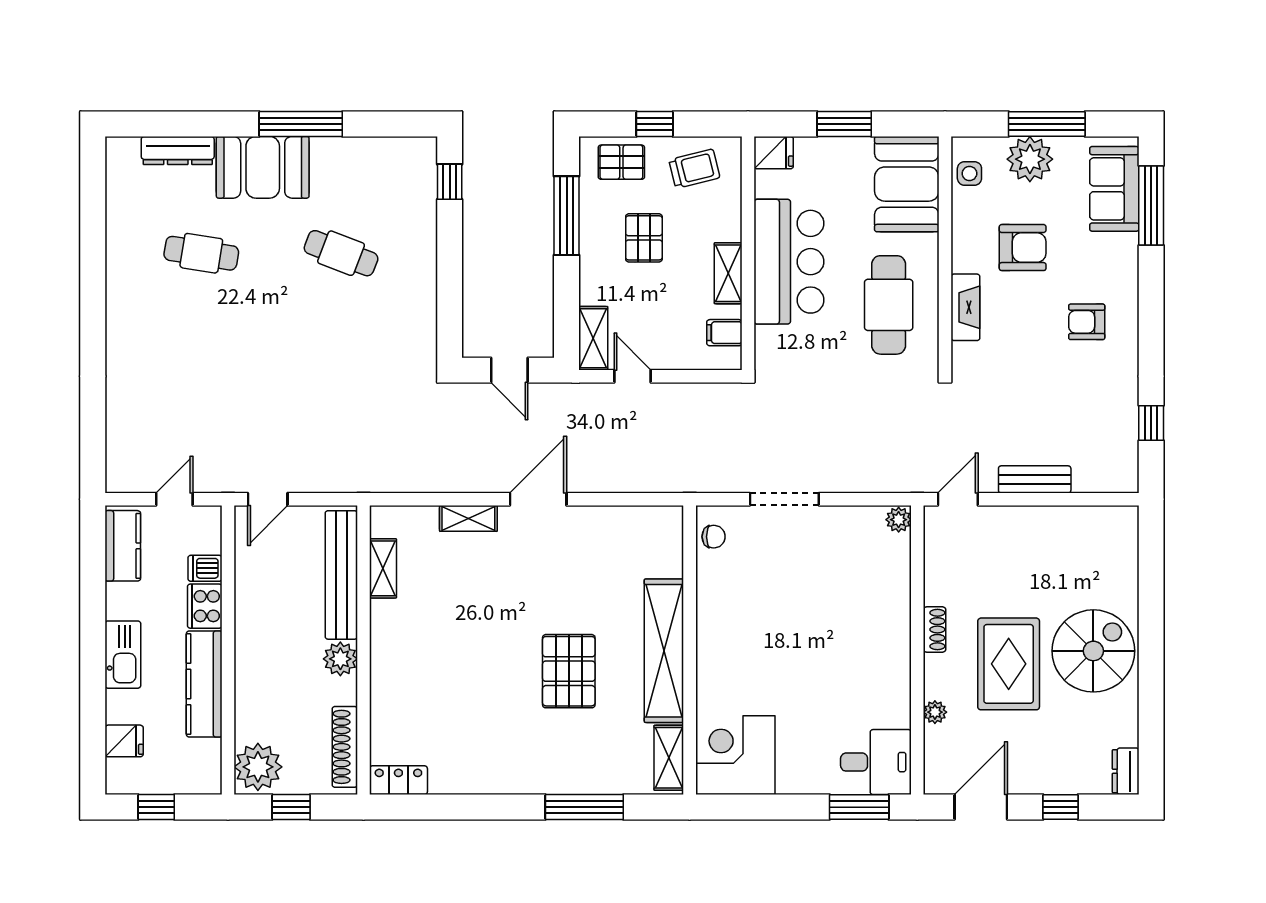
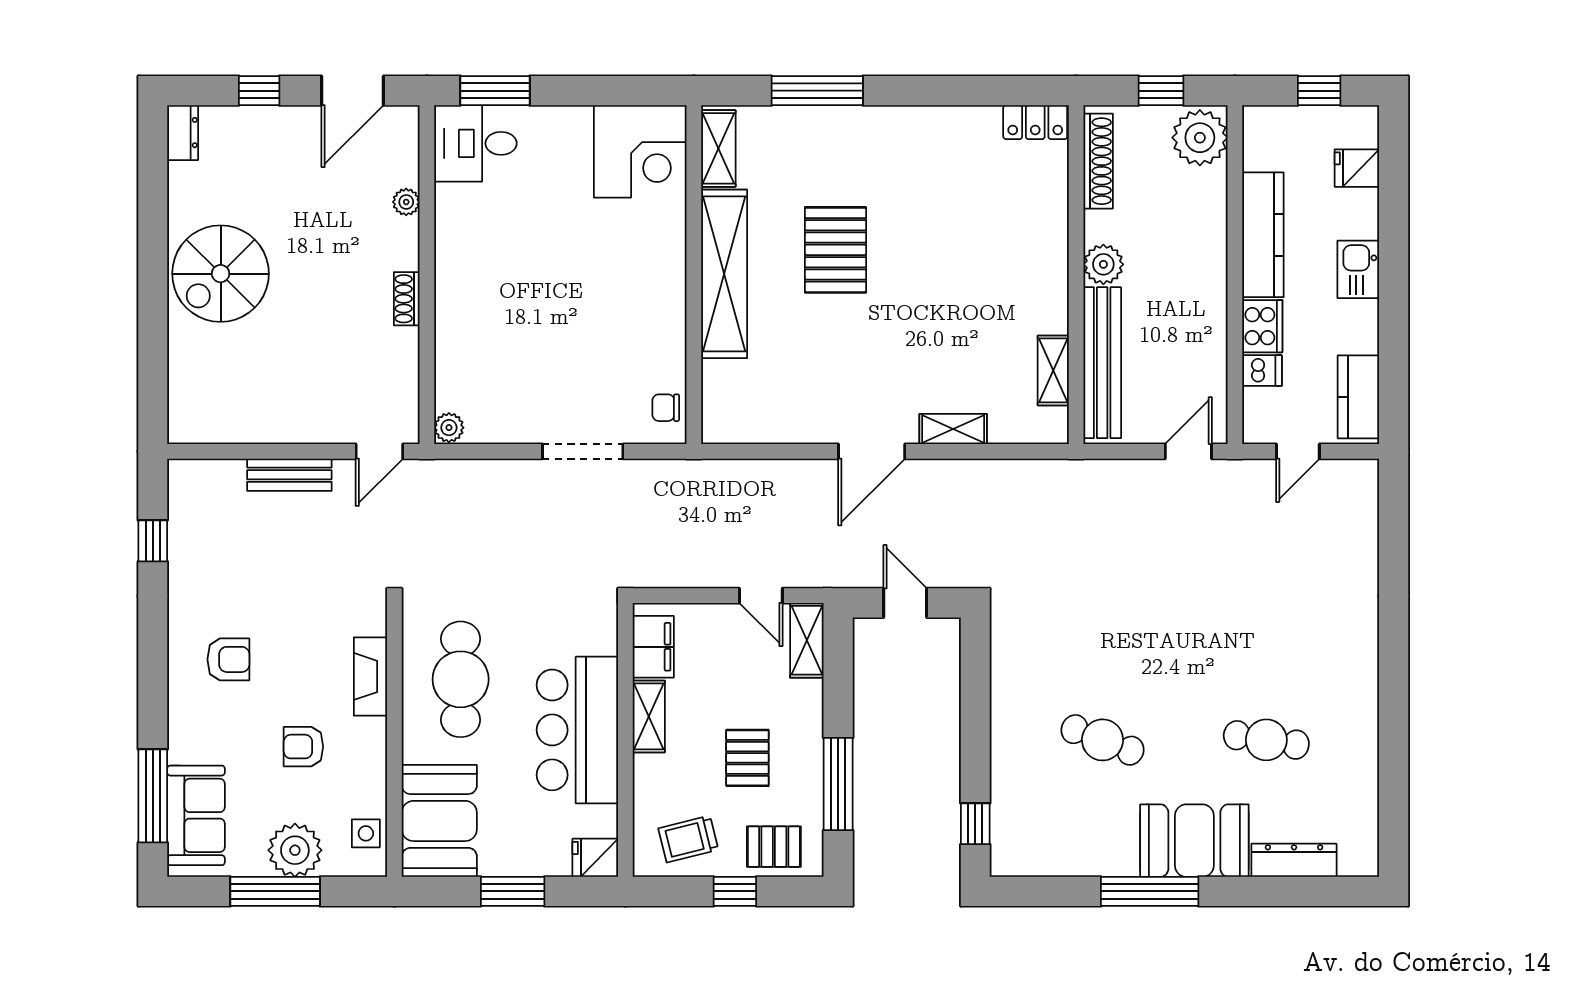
armchair: (1023, 248) -> (303, 747), width x0.72, depth x0.72
filing cabinet: (724, 333) -> (653, 647), width x2.00
kitchen sink: (123, 655) -> (1358, 269), width x0.73
rug: (1009, 664) -> (320, 258), removed

